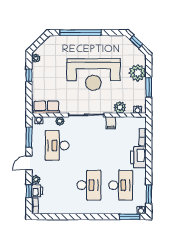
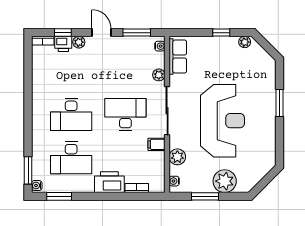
window: (80, 33) -> (280, 103), width x0.47
window: (136, 42) -> (267, 179), removed
reception desk: (93, 74) -> (222, 121), turned 180
desk: (57, 145) -> (125, 114), moved

